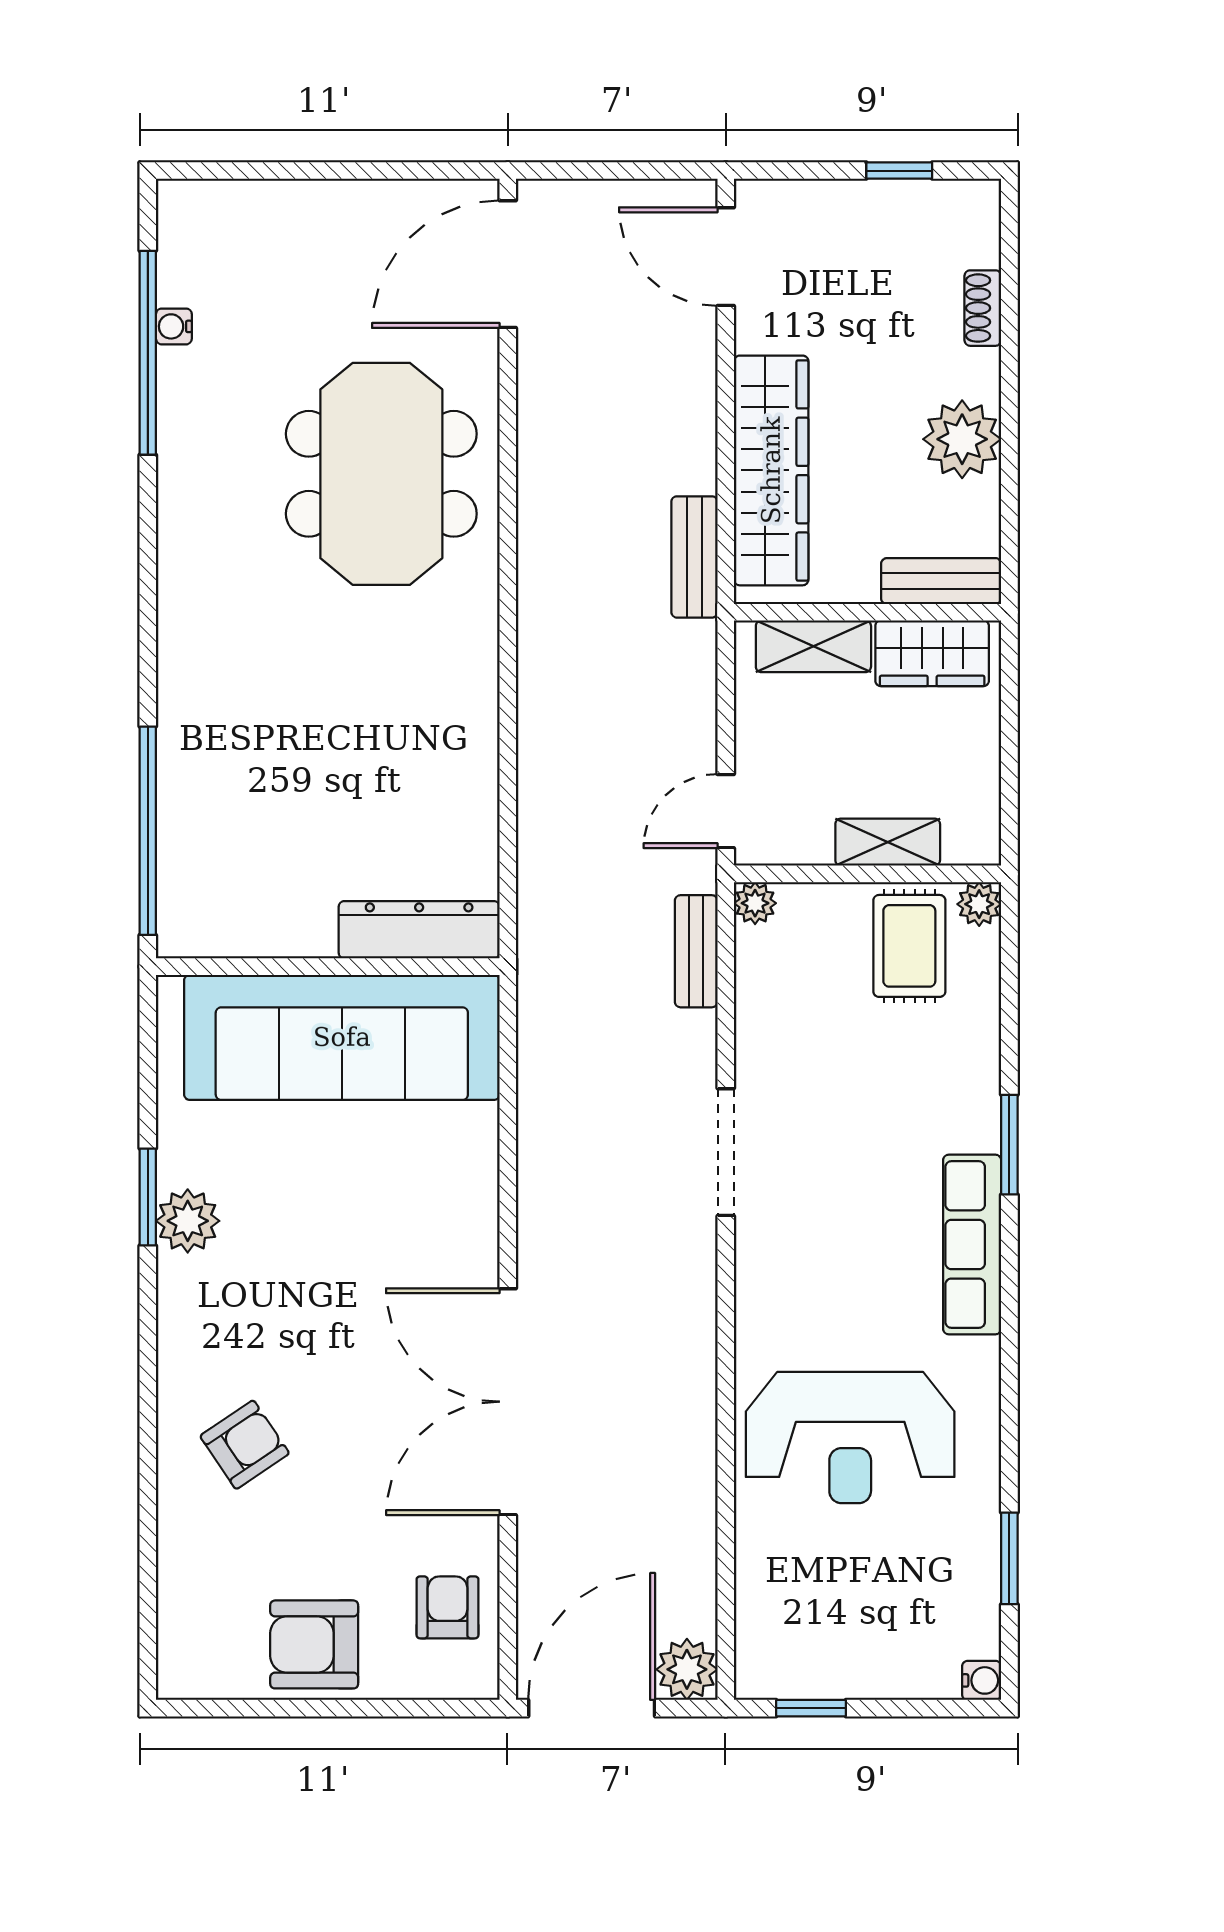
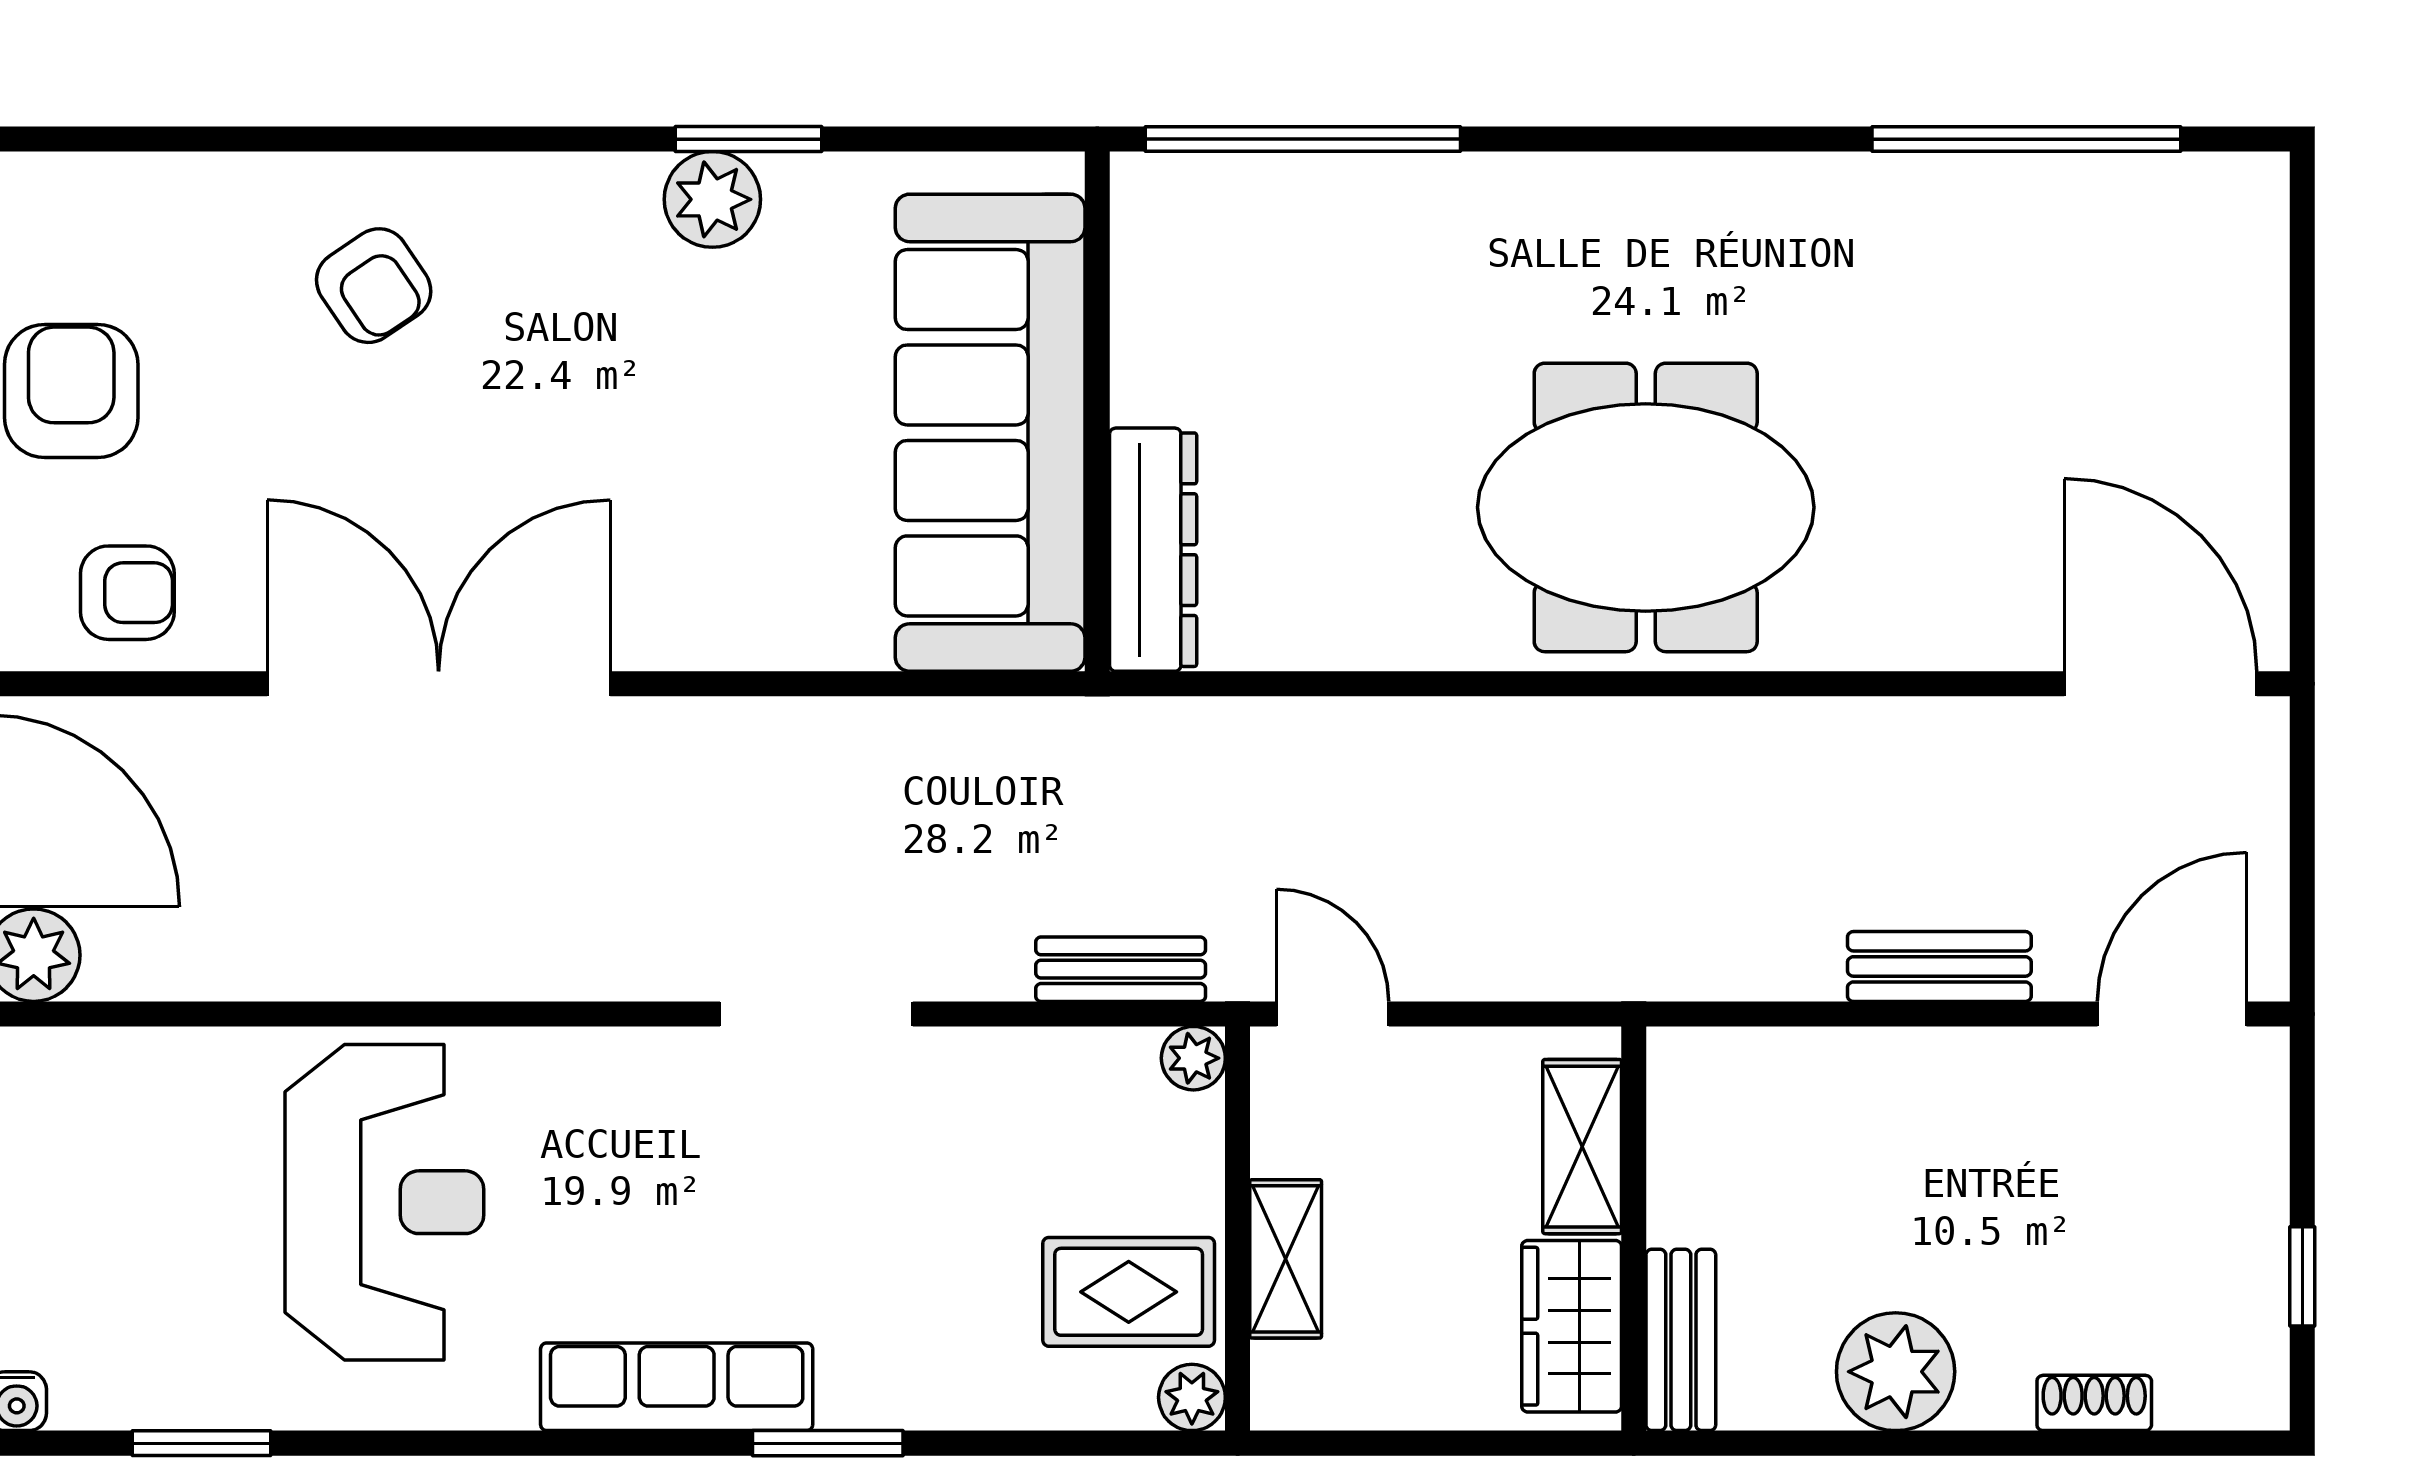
water cooler: (174, 326) -> (2066, 178), removed
wardrobe: (771, 470) -> (1848, 1083), removed
meeting table: (381, 474) -> (1646, 507), moved
bench: (694, 557) -> (1939, 966), moved
reception desk: (850, 1438) -> (384, 1202), turned 180

